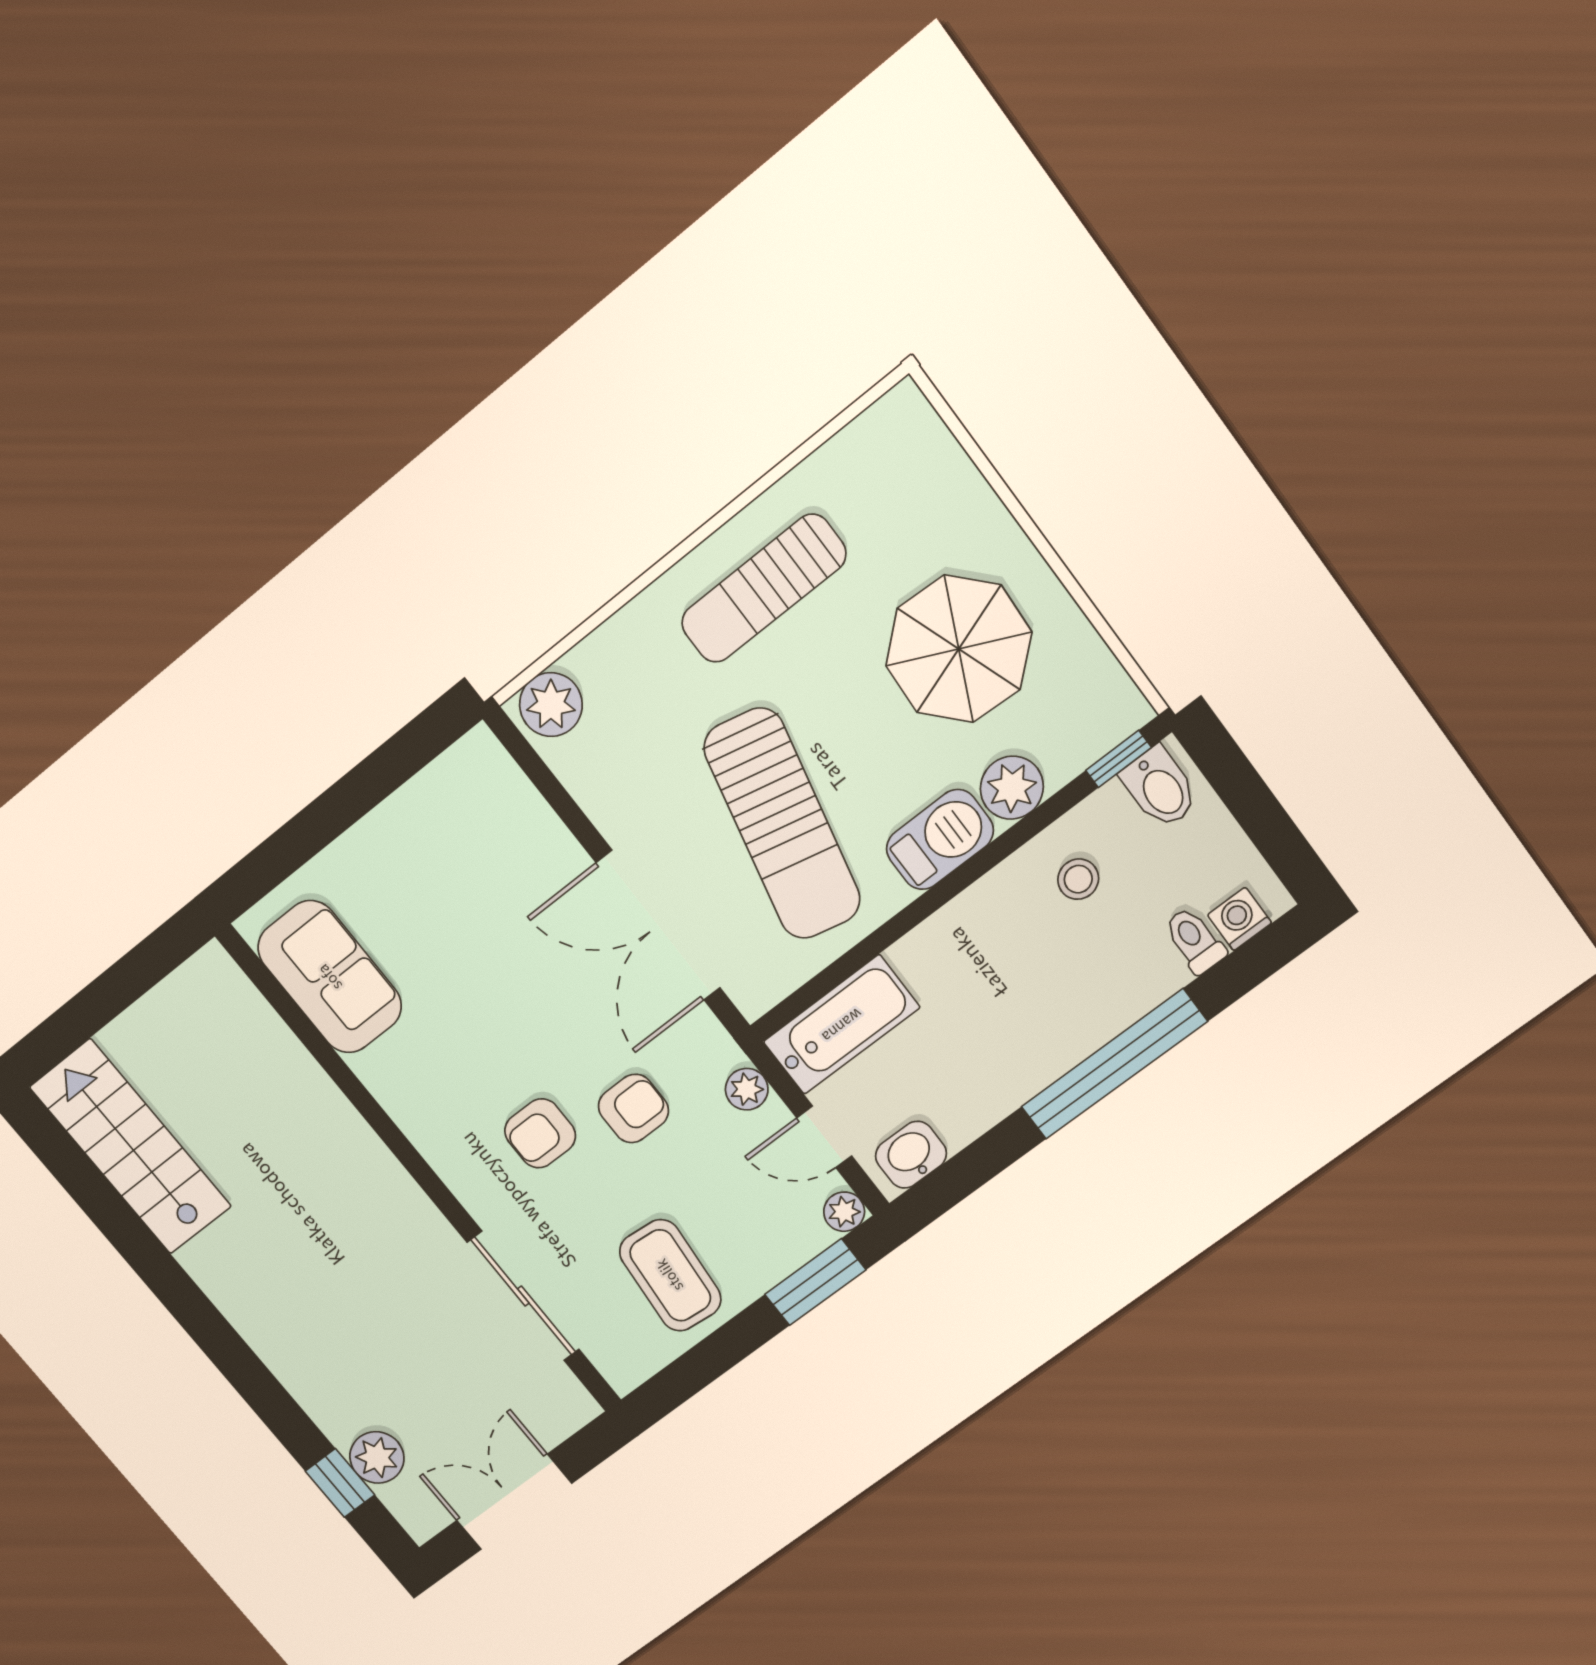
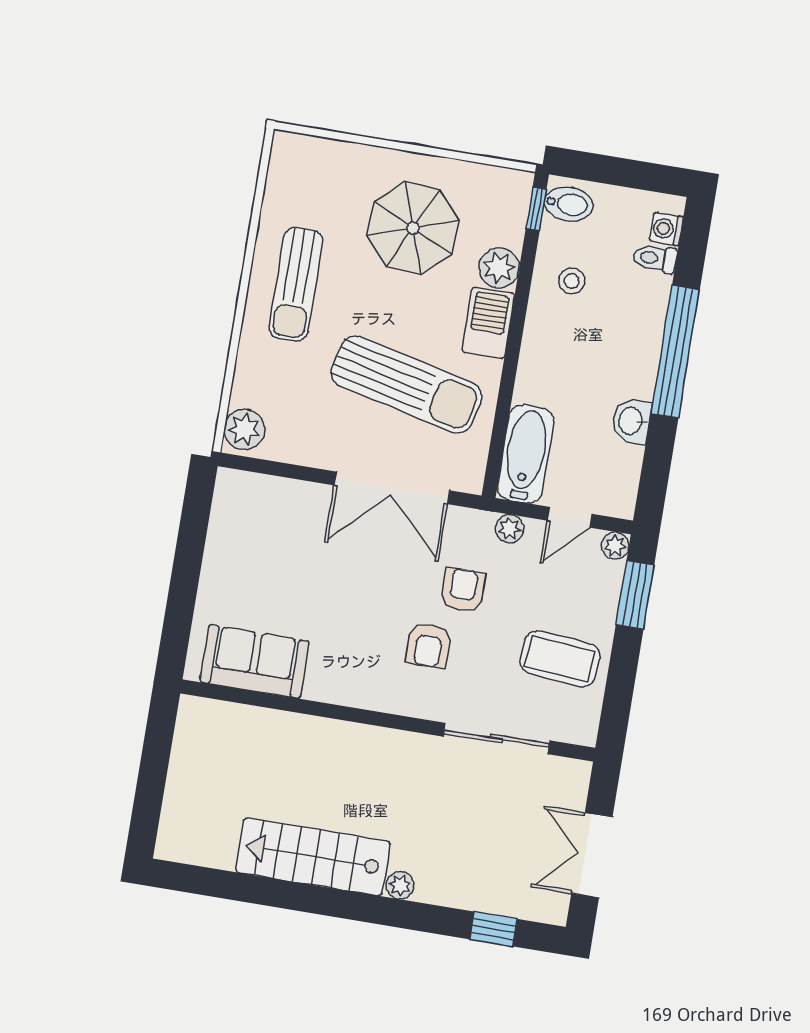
stairs: (131, 1147) -> (313, 857), moved
washbasin: (911, 1155) -> (631, 421), moved
plant: (377, 1457) -> (400, 885), moved, width x0.73, depth x0.73

